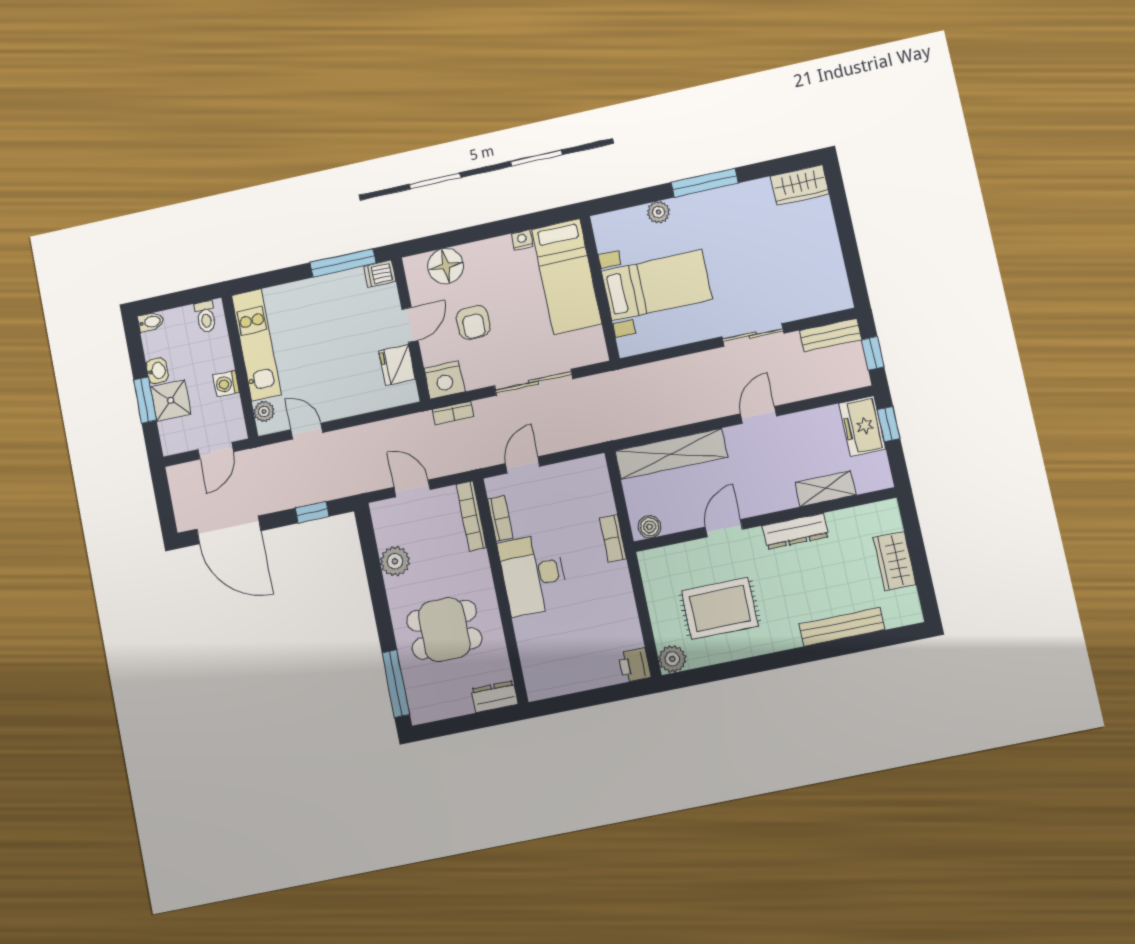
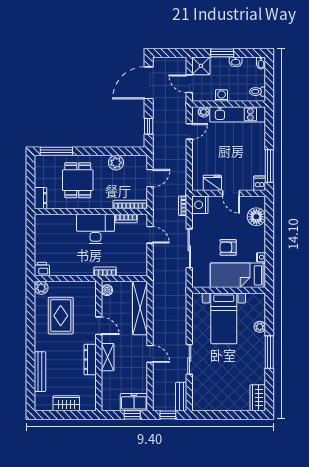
armchair: (473, 322) -> (228, 247), moved
shower: (171, 400) -> (201, 66), moved
shelving: (826, 489) -> (108, 357), moved

